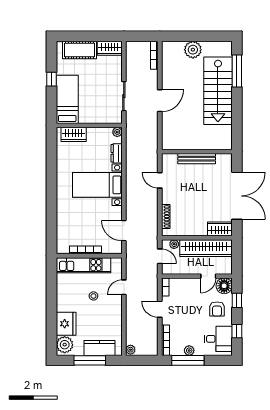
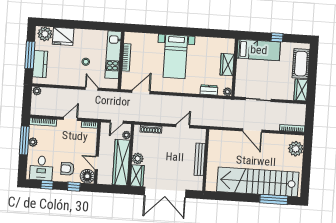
plant: (193, 50) -> (296, 149), moved
stairs: (218, 91) -> (258, 182), width x1.36
wardrobe: (74, 134) -> (227, 65), moved
bed with nightstands: (97, 185) -> (175, 57), moved, turned 180
plant: (200, 230) -> (138, 159), added

